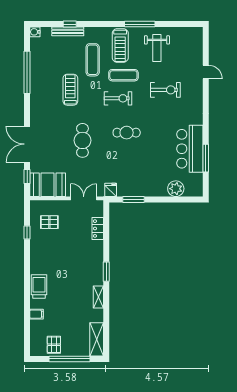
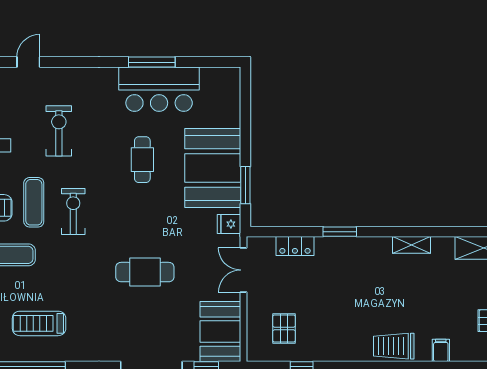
treadmill: (70, 90) -> (39, 323), moved
cafe table: (127, 133) -> (142, 160), moved
window: (206, 158) -> (152, 62), moved
booth: (144, 180) -> (213, 168), added
plant: (176, 189) -> (227, 113), removed
window: (106, 272) -> (340, 232), moved

